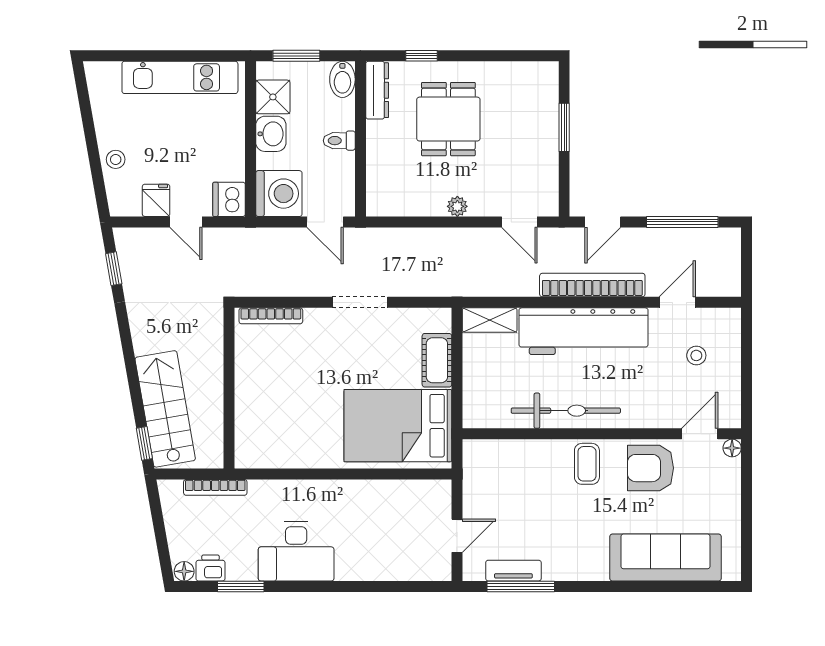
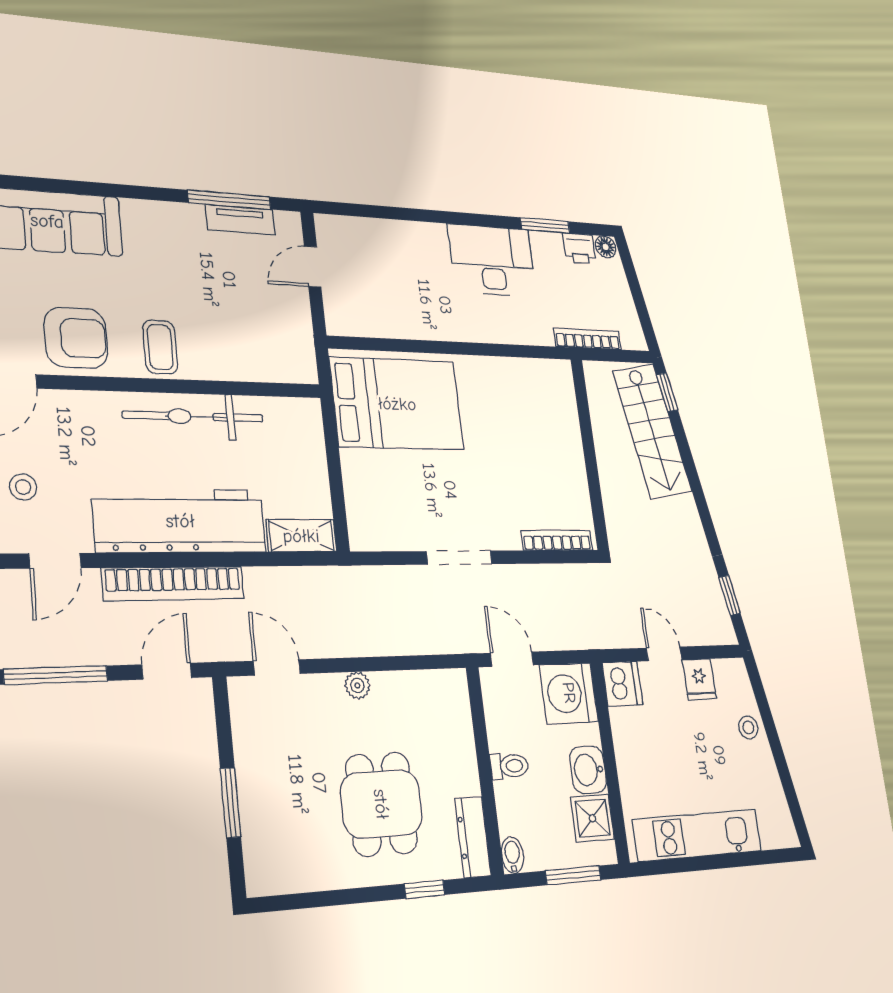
bidet: (342, 79) -> (513, 855), width x0.72, depth x0.74
cot: (437, 360) -> (360, 484), removed

